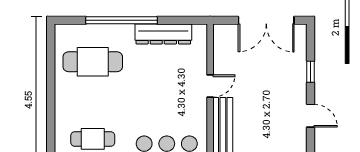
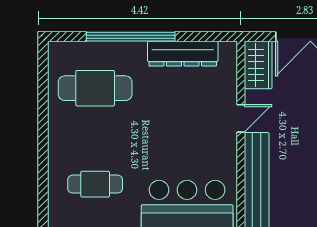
wardrobe: (224, 43) -> (258, 65), added

